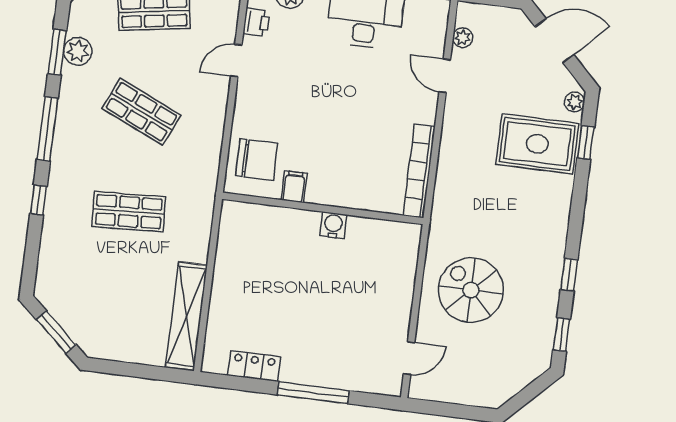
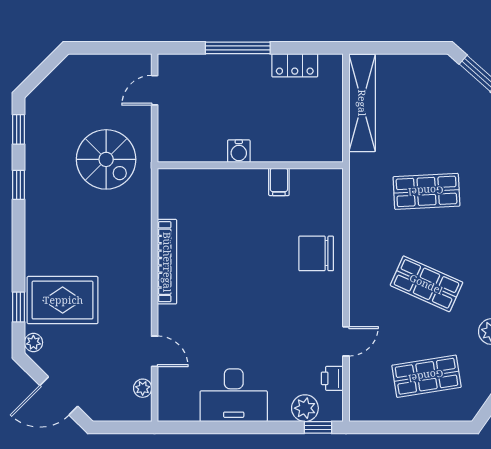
filing cabinet: (294, 187) -> (279, 182), moved
wall: (323, 208) -> (250, 165), moved
water cooler: (333, 225) -> (239, 151), moved

